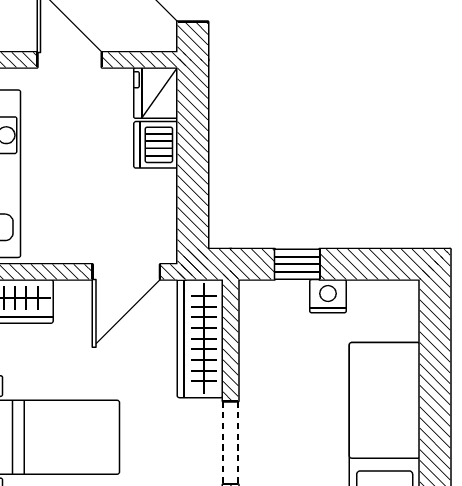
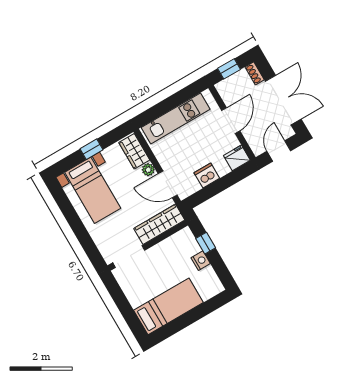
dishwasher: (156, 145) -> (207, 175), moved
plant: (71, 295) -> (148, 170), added

